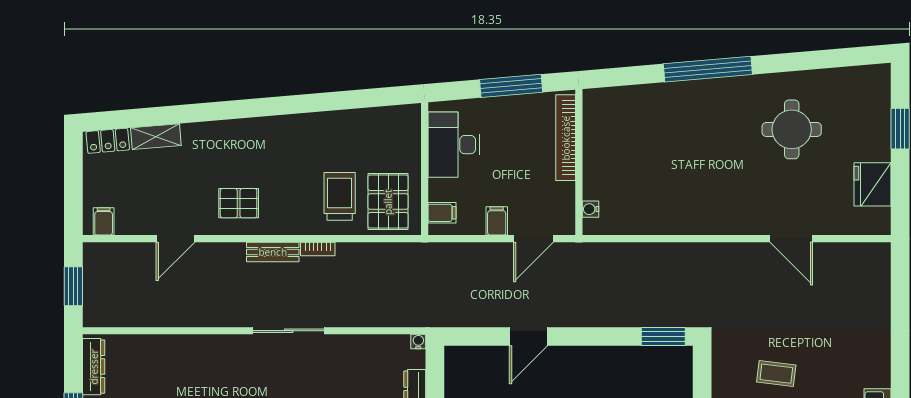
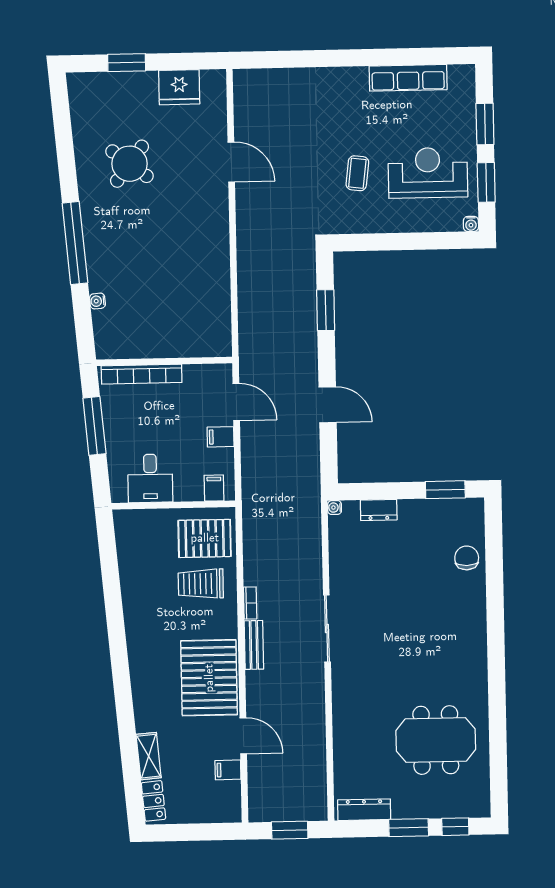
round table: (792, 129) -> (129, 164), turned 37
desk: (454, 145) -> (150, 478), width x0.73
pallet: (239, 203) -> (209, 678), width x2.05, depth x2.00
water cooler: (591, 209) -> (97, 301), moved, turned 85
filing cabinet: (104, 221) -> (228, 770), moved
door: (791, 239) -> (231, 162), hinge flipped
window: (663, 336) -> (326, 310), moved

